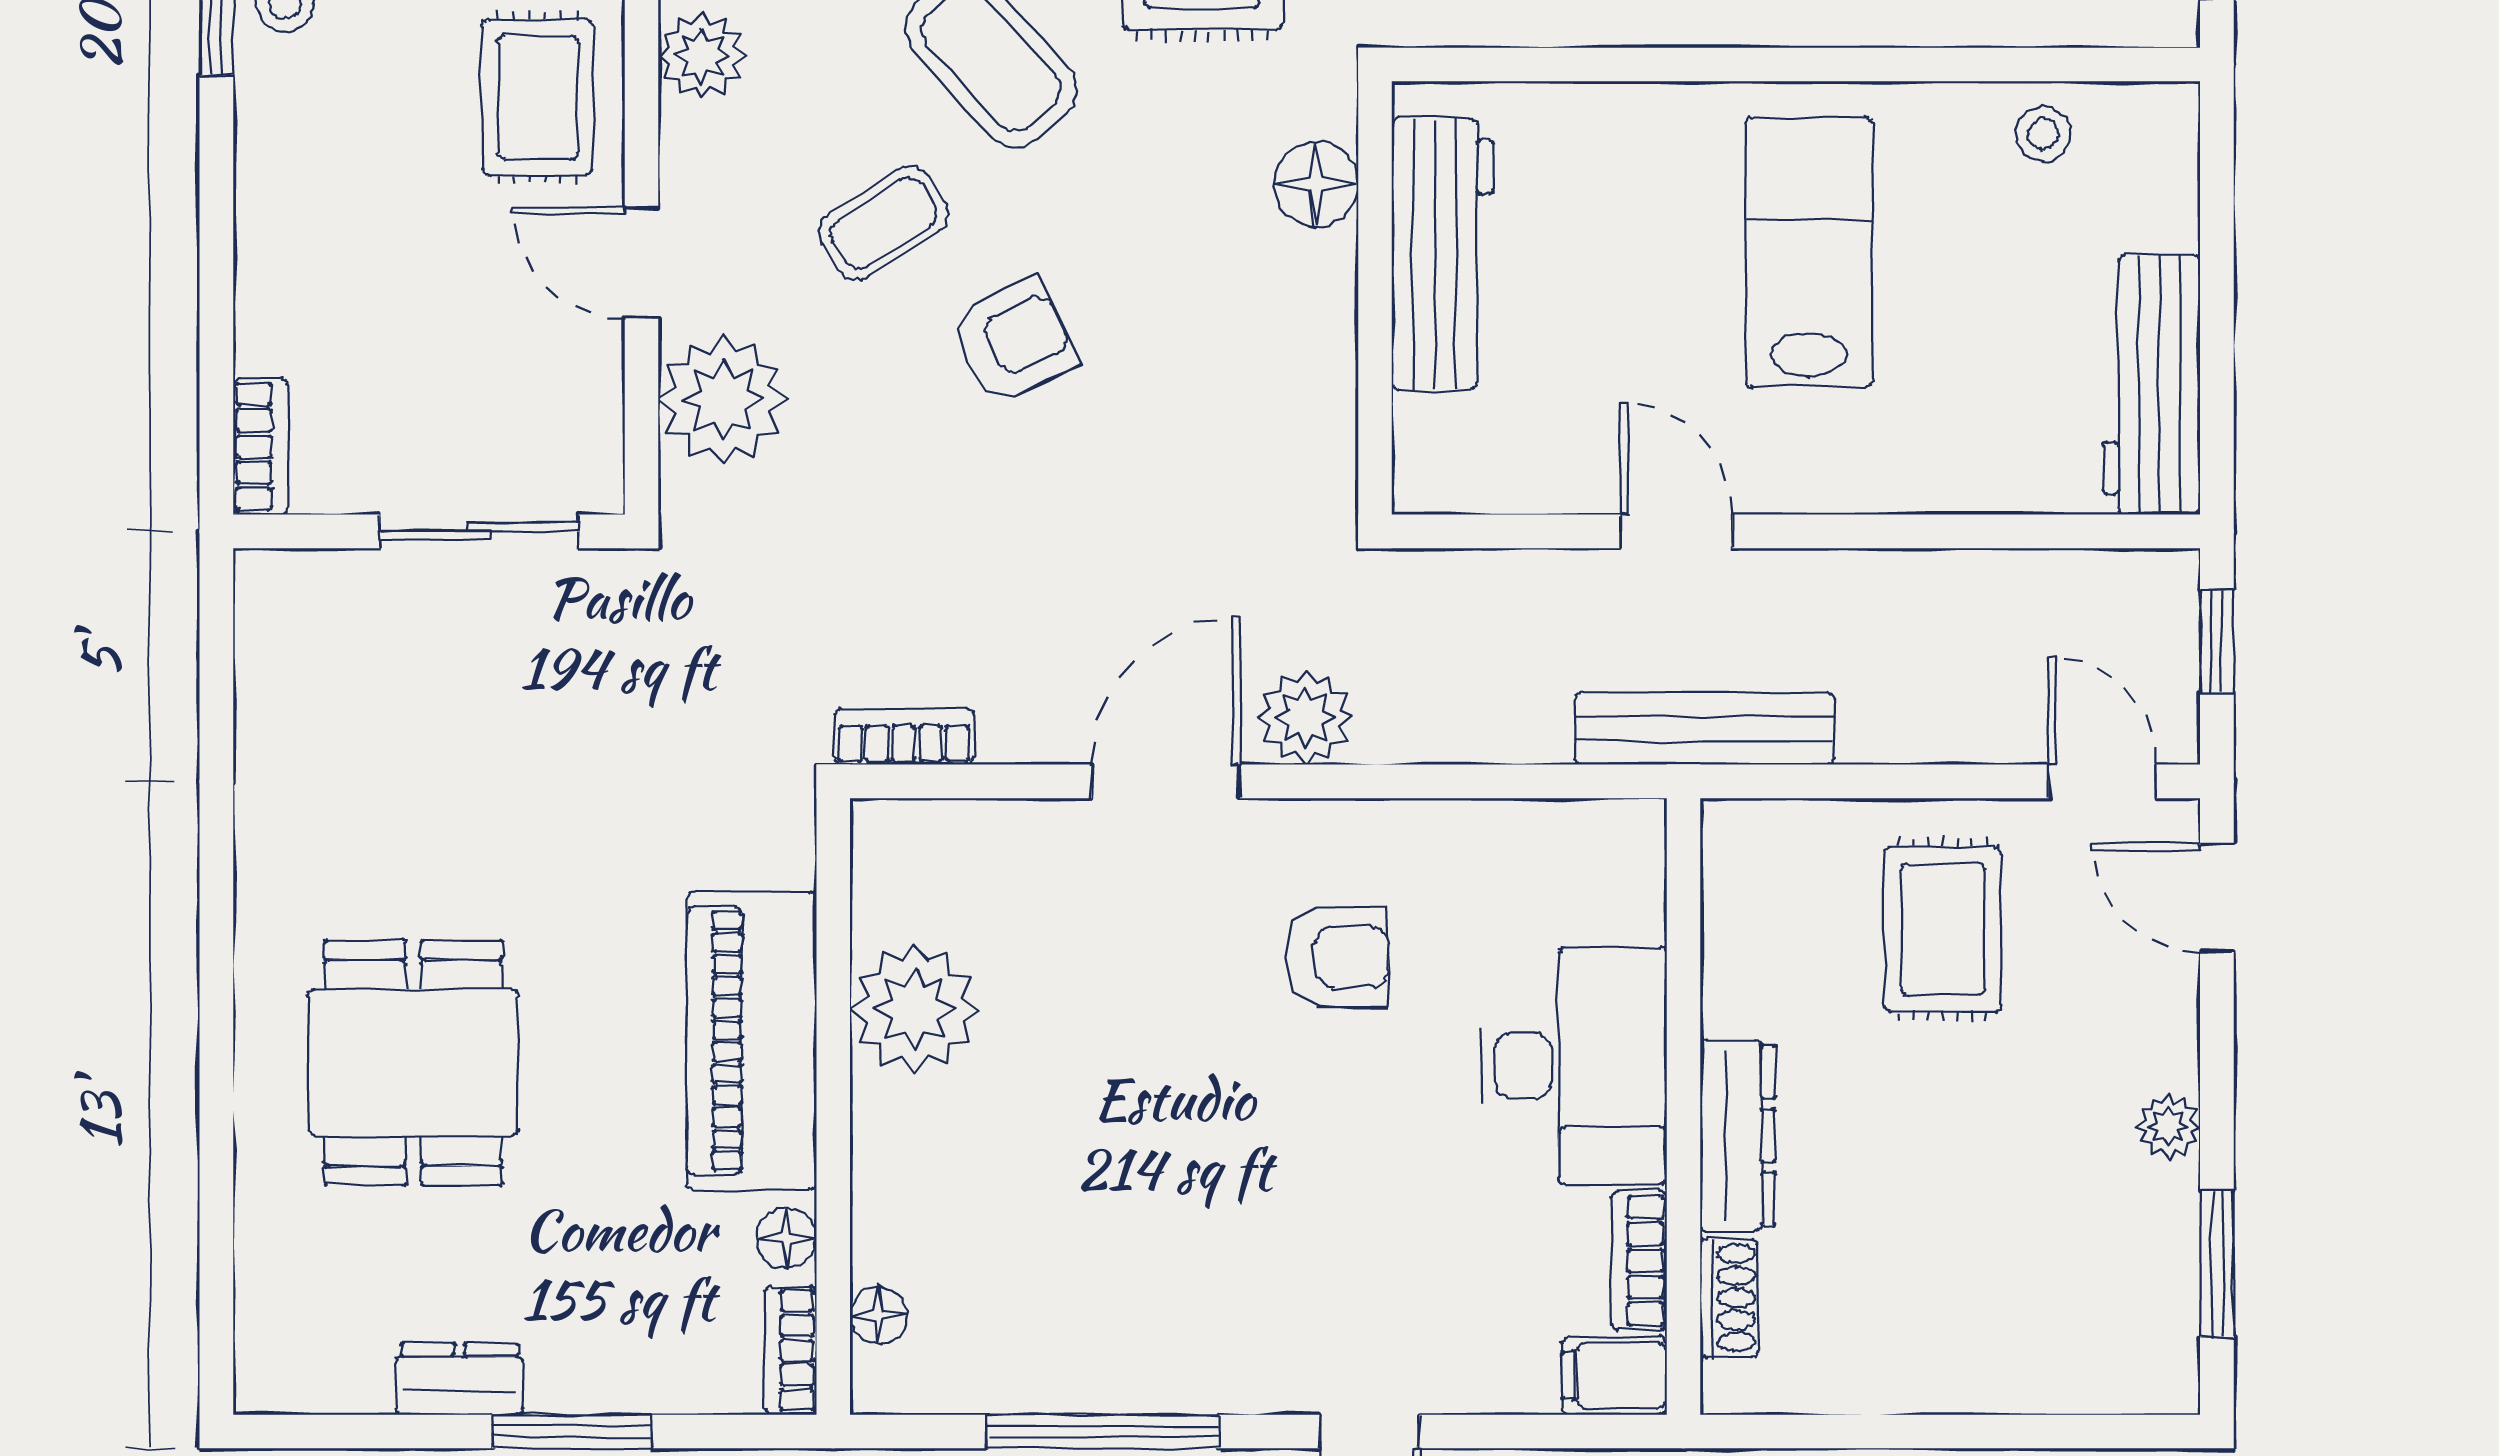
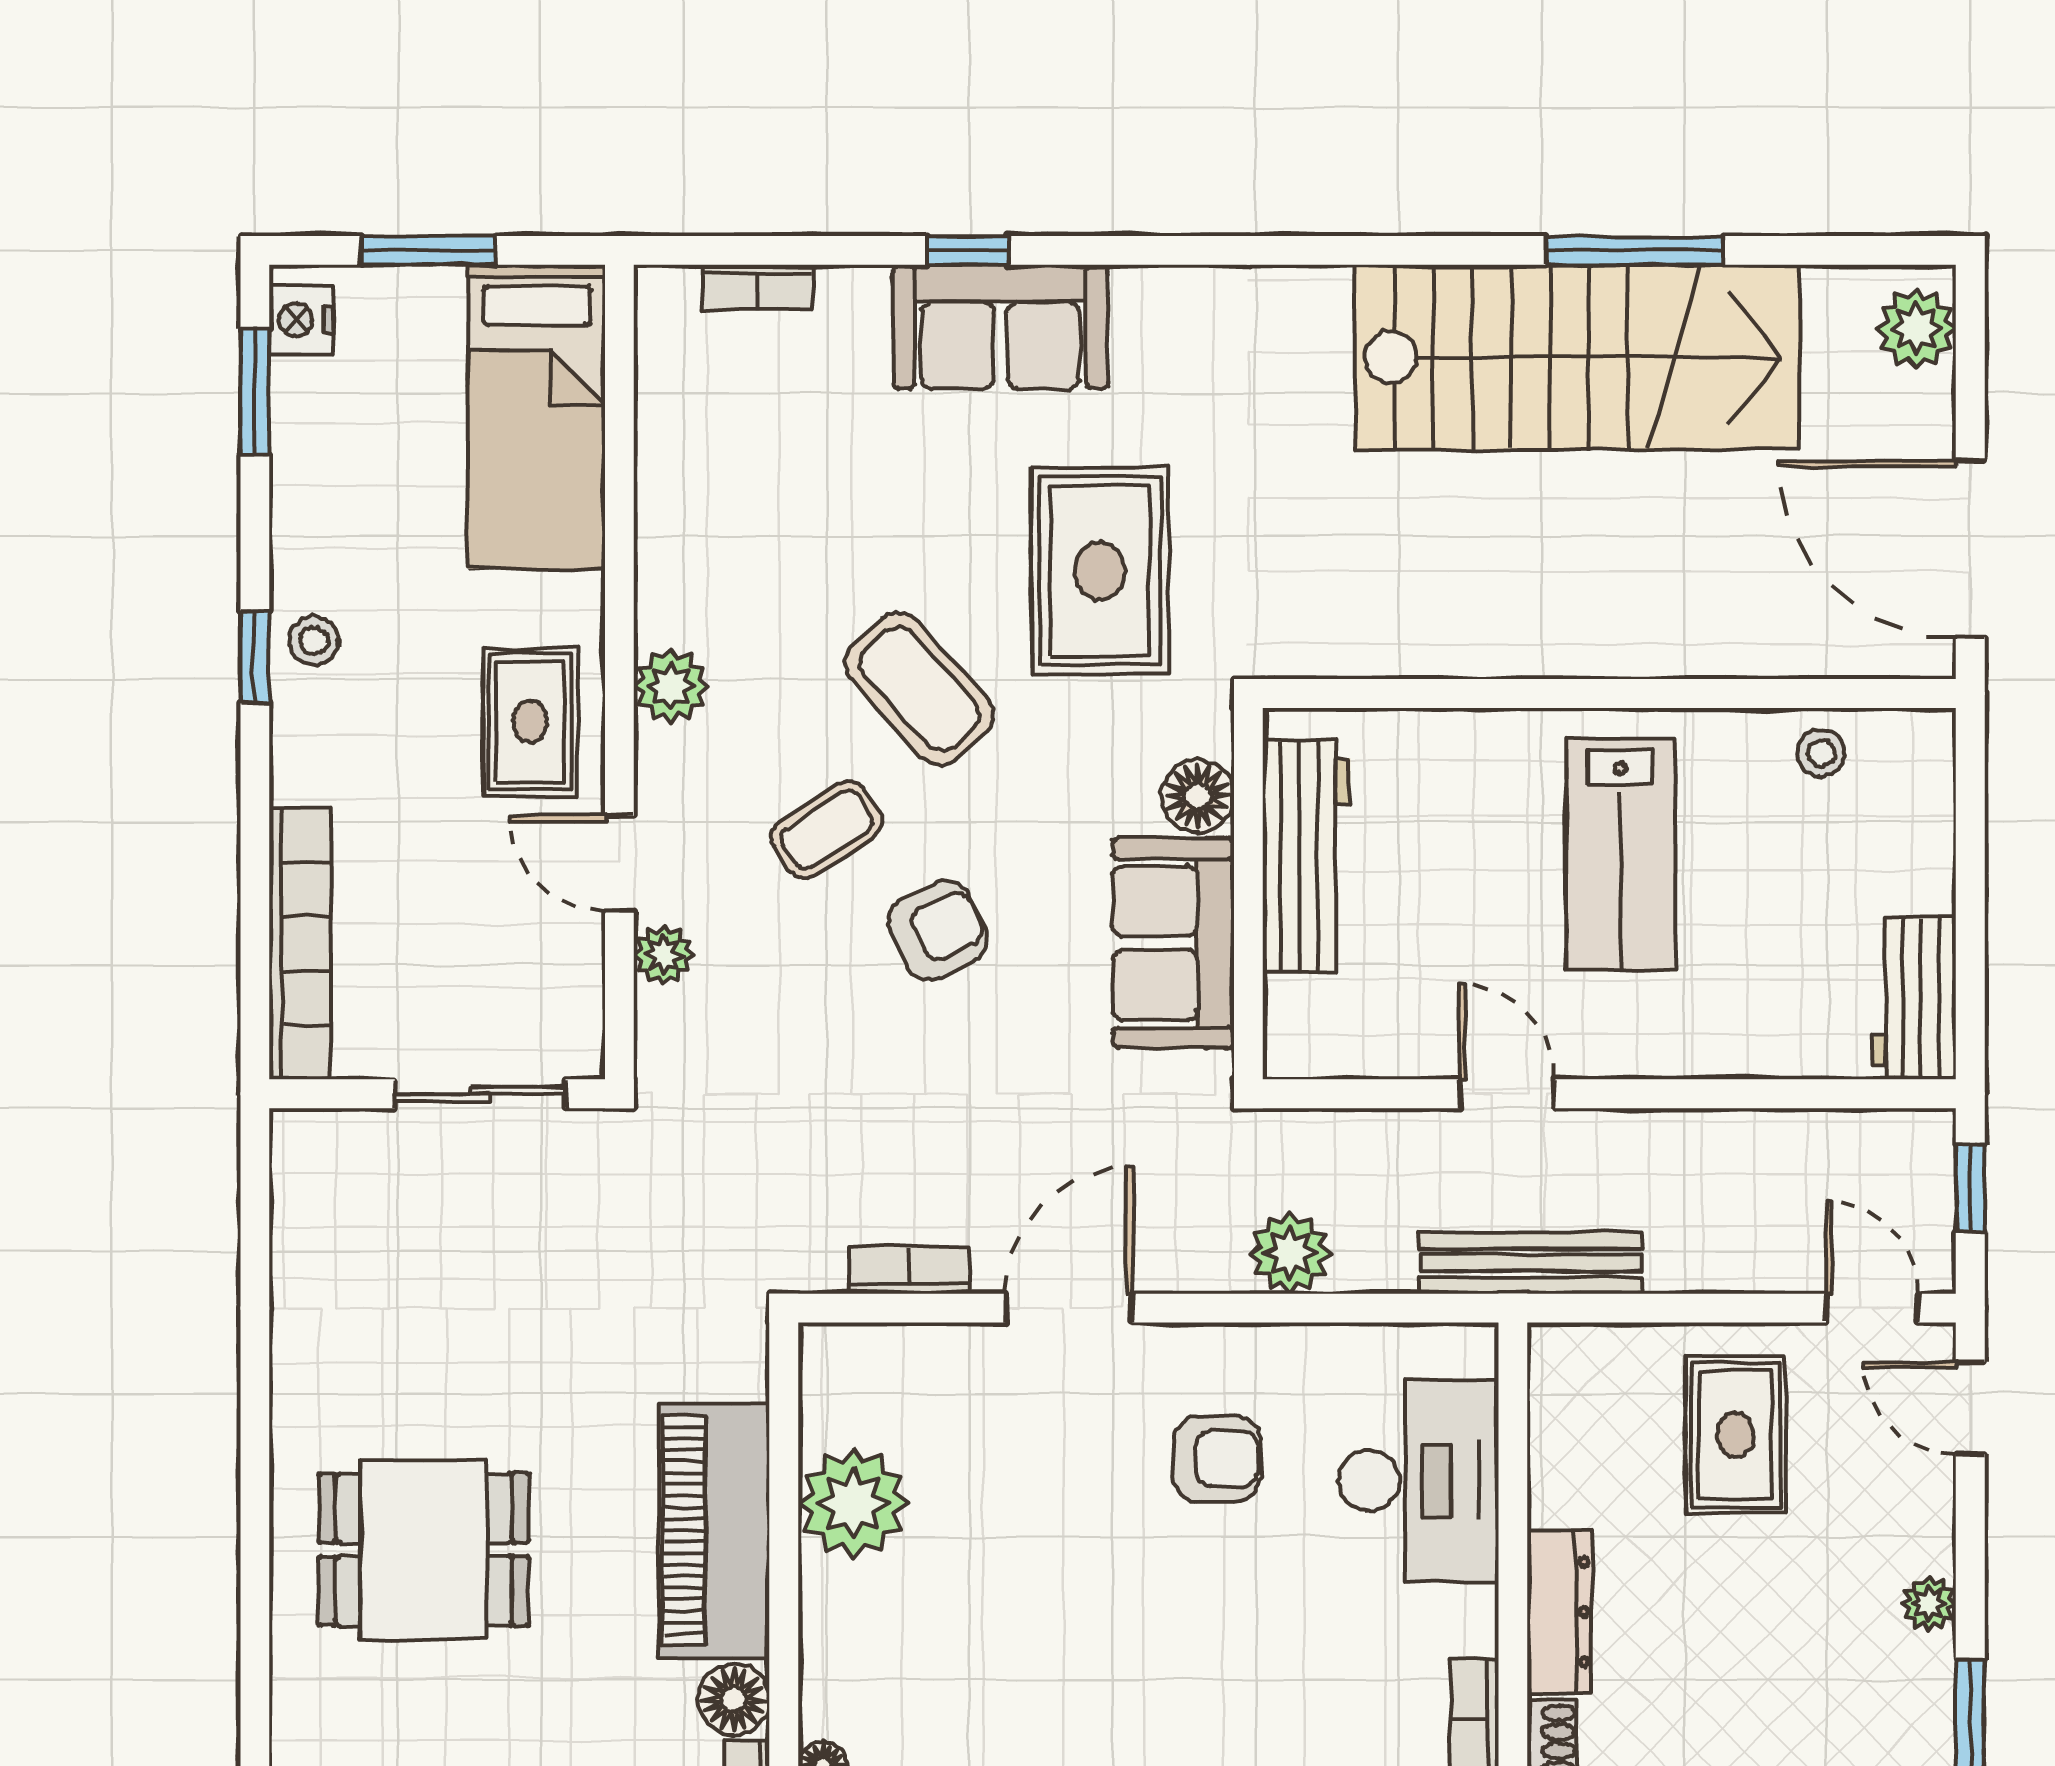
lab bench: (1809, 252) -> (1620, 854), turned 180
sofa: (1288, 356) -> (1173, 943), added
workbench: (2151, 385) -> (1914, 998), width x0.73
plant: (723, 400) -> (663, 955), width x0.53, depth x0.53
bookcase: (260, 446) -> (300, 944), width x2.31, depth x1.31
plant: (1305, 718) -> (1290, 1253), moved
bookcase: (904, 737) -> (909, 1270), moved
dining table: (413, 1063) -> (424, 1549), turned 90
desk: (1574, 1066) -> (1419, 1481), moved
floor lamp: (786, 1238) -> (734, 1699), width x1.37, depth x1.37

